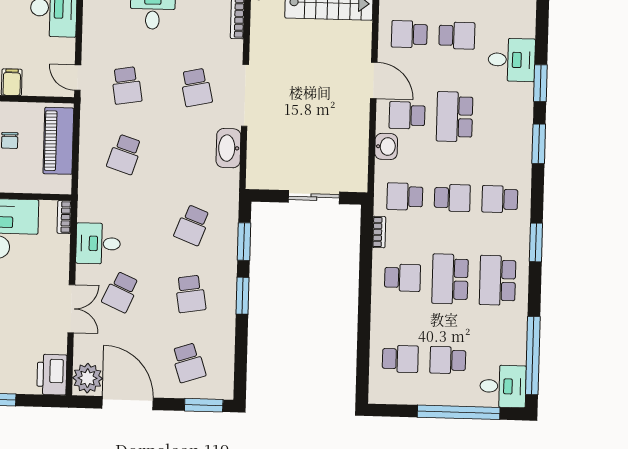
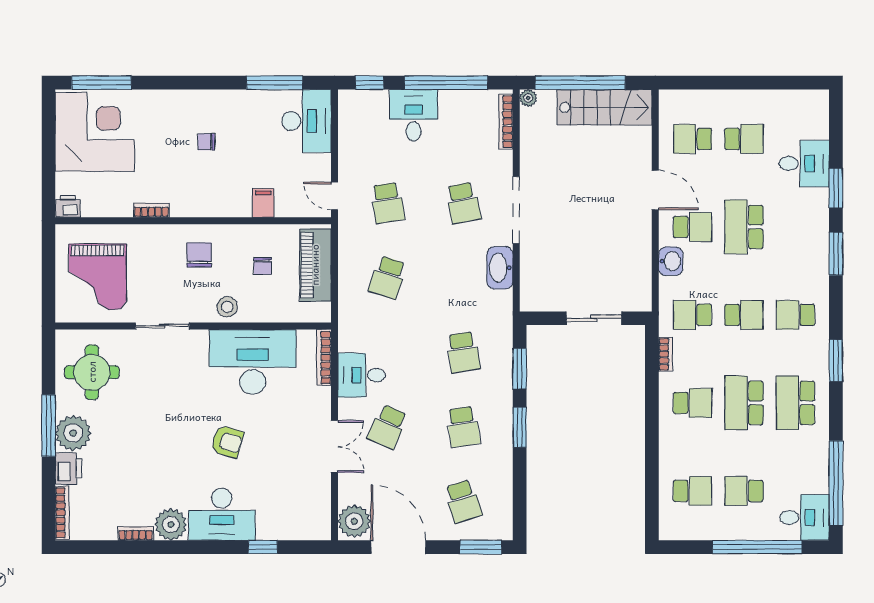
school desk: (407, 115) -> (692, 227), turned 180
bookcase: (64, 217) -> (324, 357), width x1.56
school desk: (192, 225) -> (463, 352), turned -30
printer: (52, 375) -> (315, 518), removed

